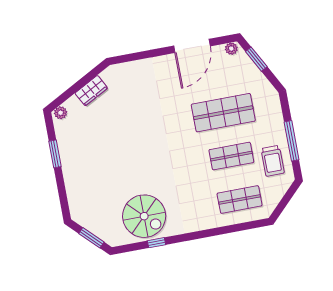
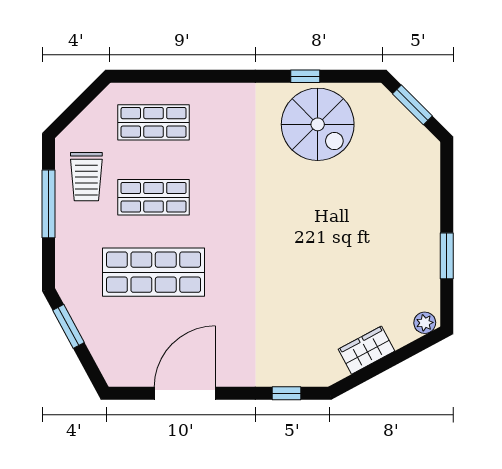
plant: (231, 49) -> (120, 376), removed
window: (133, 57) -> (286, 393), added
window: (256, 59) -> (69, 326), moved
trolley: (273, 161) -> (86, 177), turned 180
spiral stairs: (144, 216) -> (318, 124), turned 180

